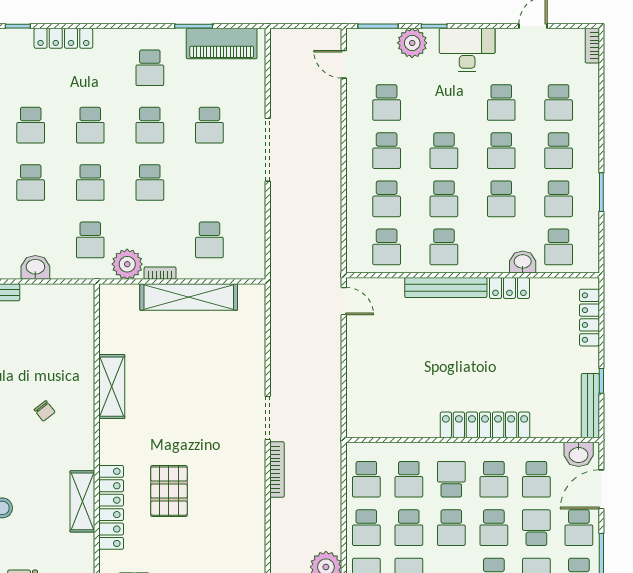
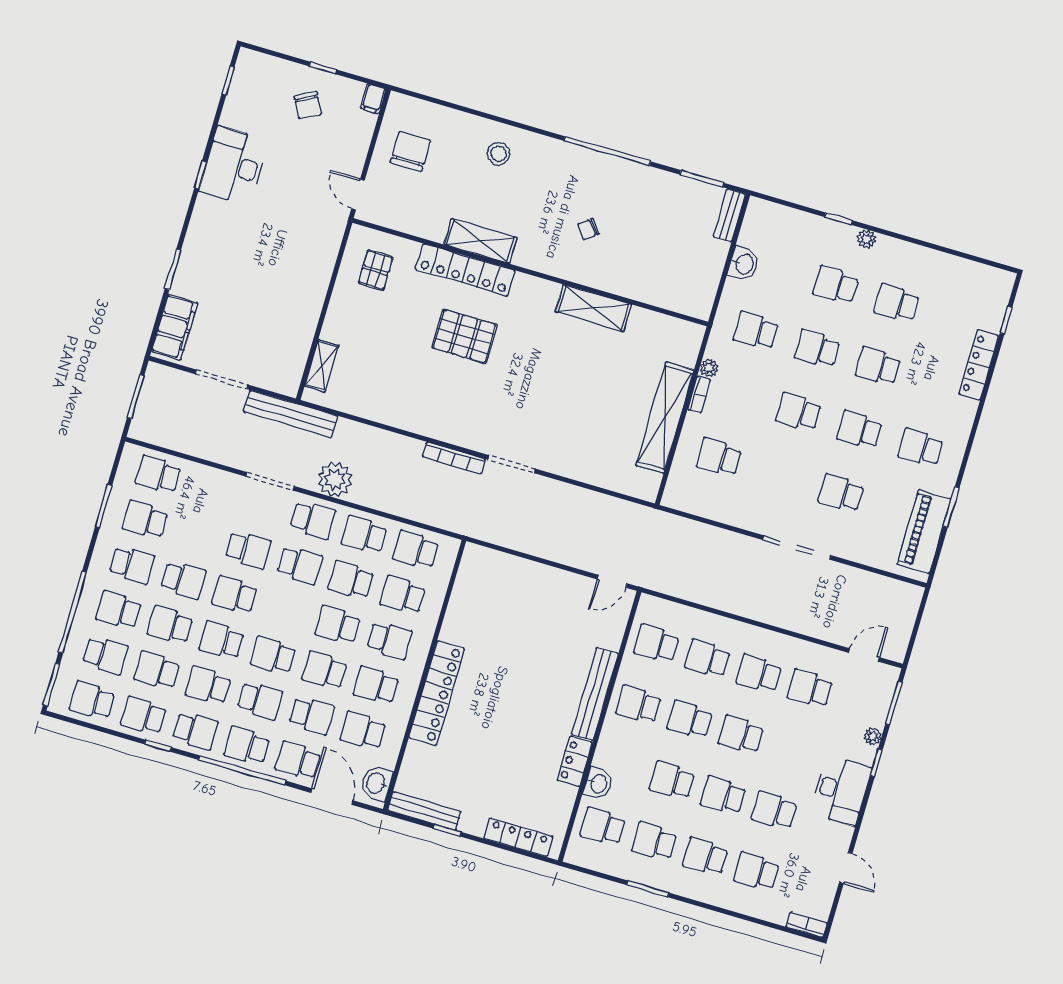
plant: (412, 43) -> (873, 736), width x0.53, depth x0.53
plant: (127, 264) -> (709, 368), width x0.53, depth x0.53

